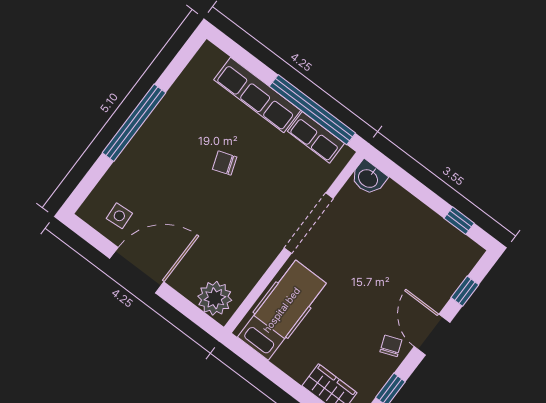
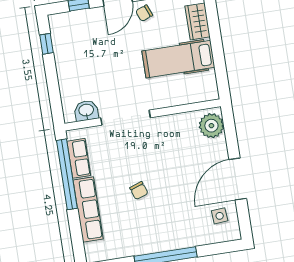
washbasin: (369, 178) -> (86, 111), moved, turned -90
door: (137, 270) -> (238, 179), hinge flipped
hospital bed: (282, 310) -> (178, 59), moved

